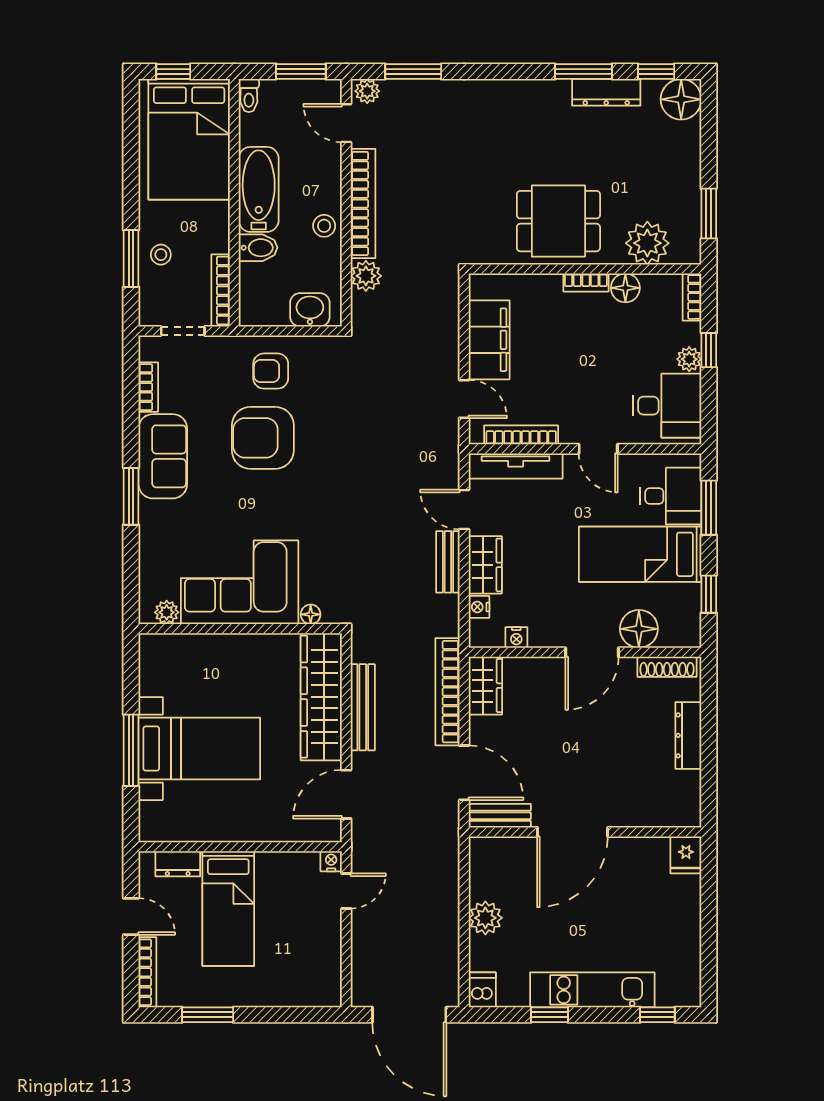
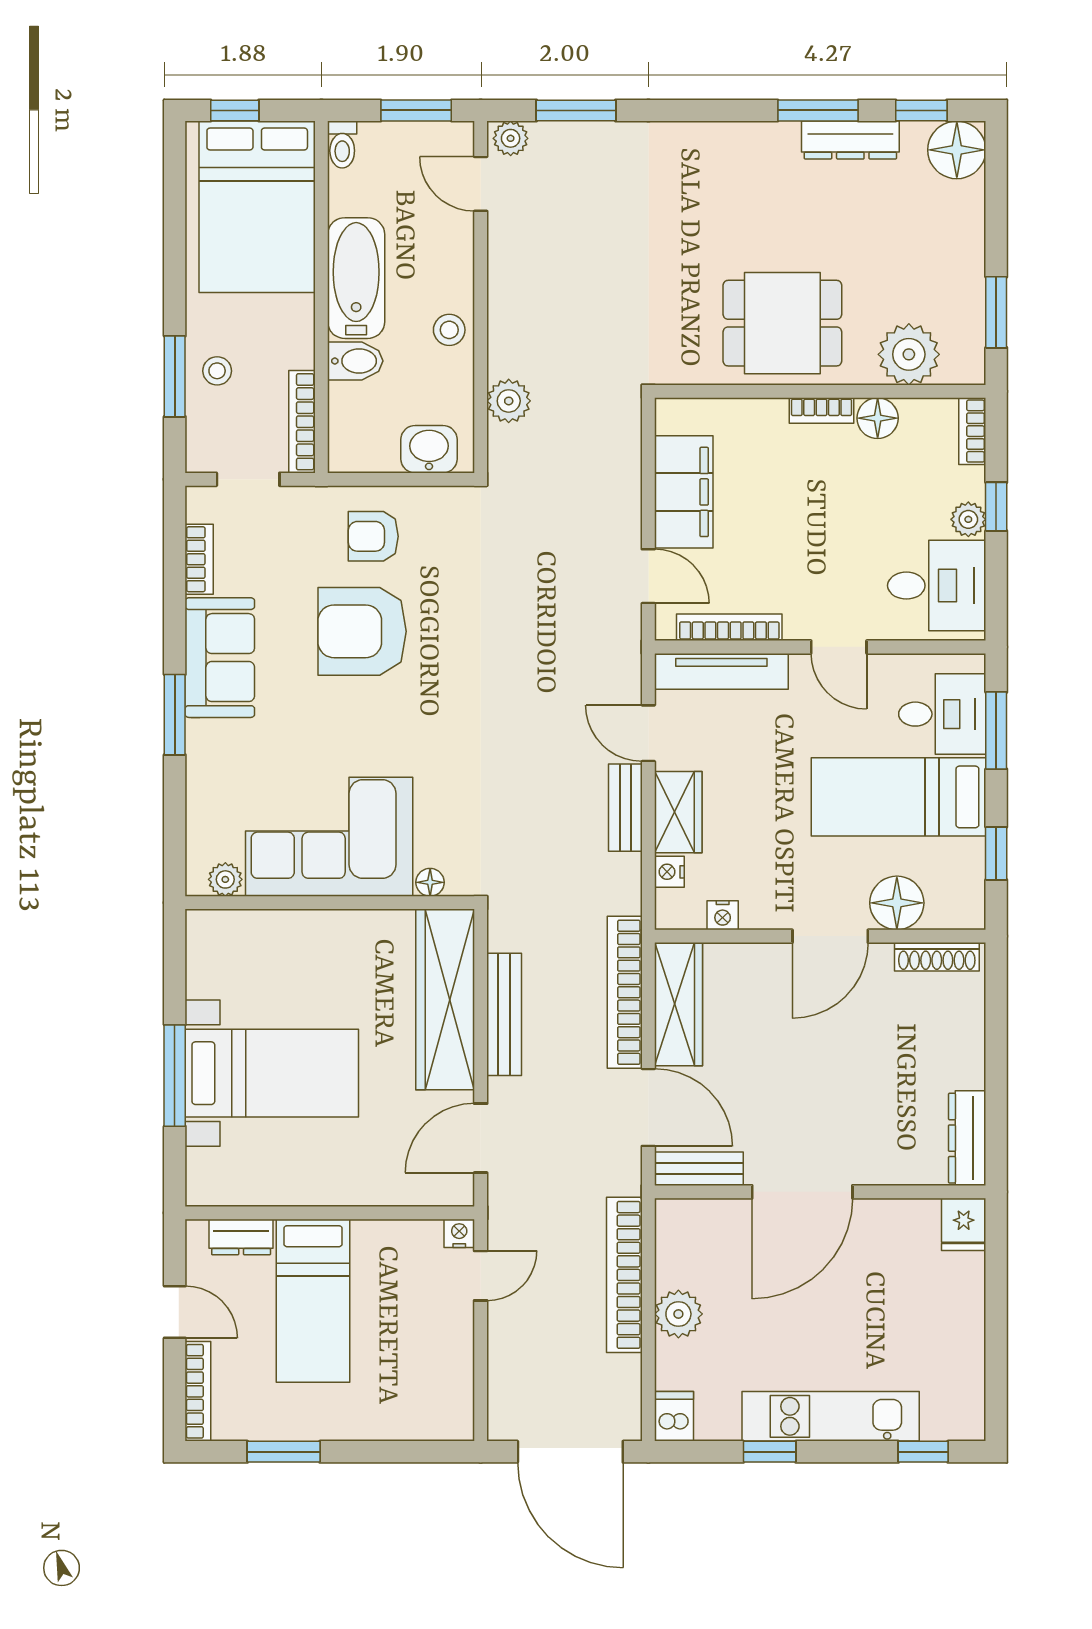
bookcase: (363, 204) -> (624, 1275), moved, turned 180
wardrobe: (485, 686) -> (678, 1004), width x1.50
dresser: (688, 735) -> (967, 1138), moved

